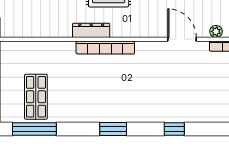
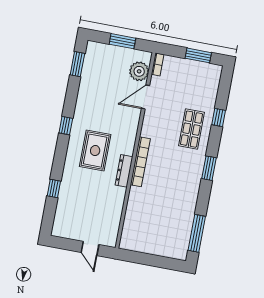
plant: (216, 31) -> (139, 71), width x1.88, depth x1.88
shop shelf: (36, 97) -> (191, 129), moved, turned 90

